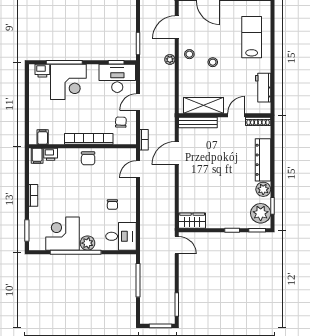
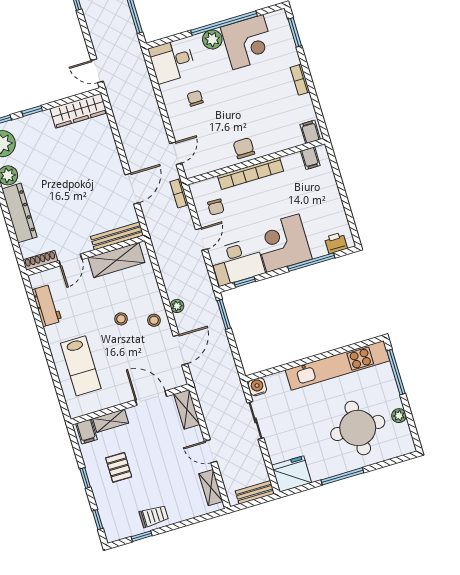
corner desk: (68, 82) -> (283, 243), moved
printer: (51, 154) -> (293, 139), removed
wardrobe: (192, 221) -> (78, 111), width x1.50

